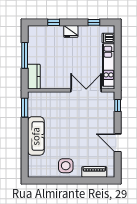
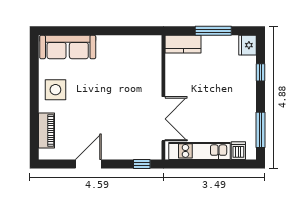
window: (94, 22) -> (261, 130), width x2.17
fridge: (71, 31) -> (248, 45), moved
window: (25, 108) -> (138, 31), removed
sofa: (36, 136) -> (68, 47), moved

